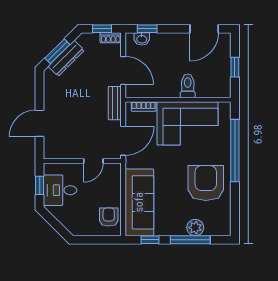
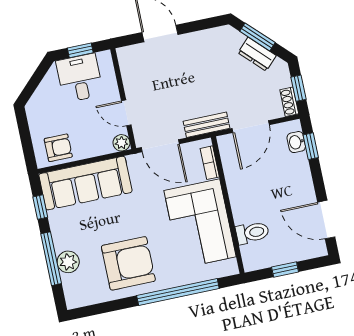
dresser: (66, 58) -> (257, 54), width x0.70
toilet: (188, 86) -> (252, 233), moved
plant: (115, 169) -> (122, 143), added

